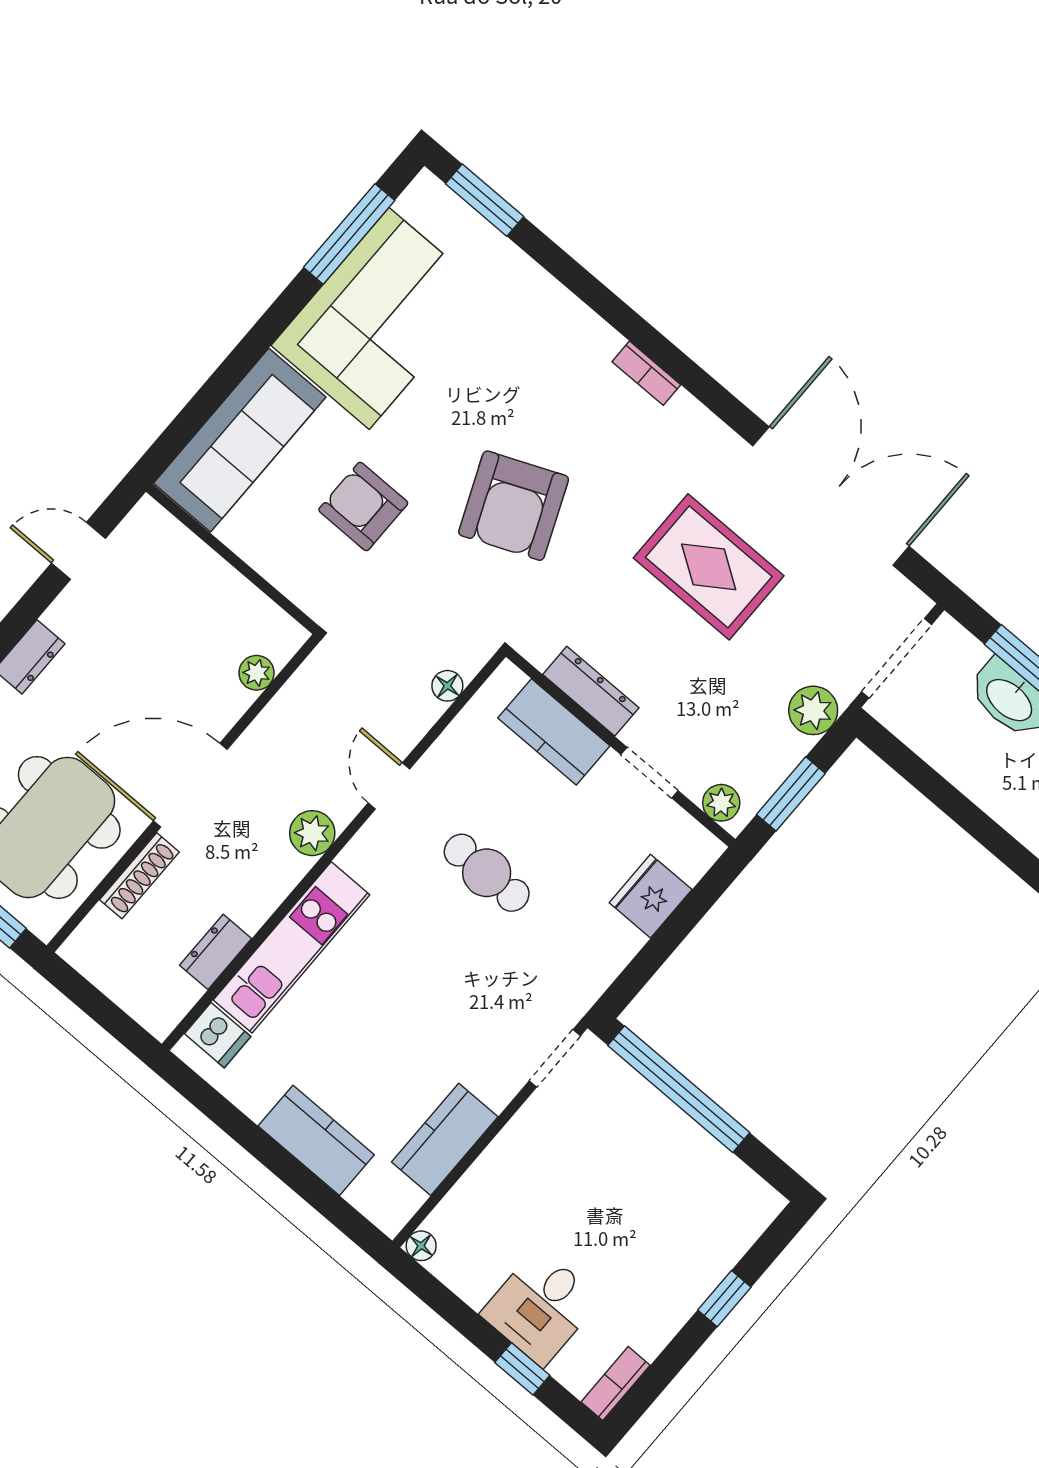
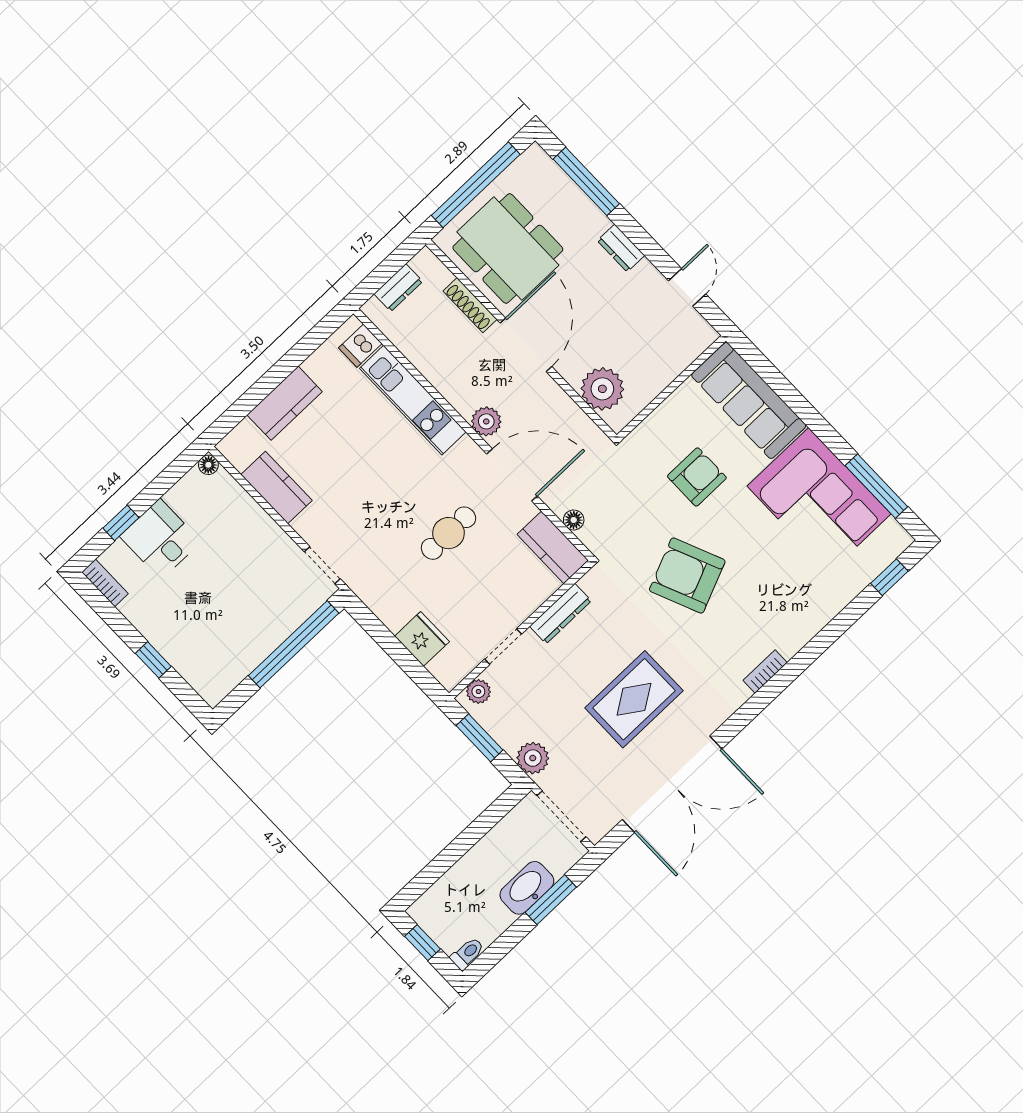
window: (485, 200) -> (889, 577), width x0.67
plant: (257, 673) -> (602, 389), width x1.88, depth x1.88
kitchen counter: (554, 732) -> (553, 547), moved, turned -90
door: (389, 786) -> (512, 475), width x1.87
dresser: (216, 952) -> (398, 288), moved, turned 90

